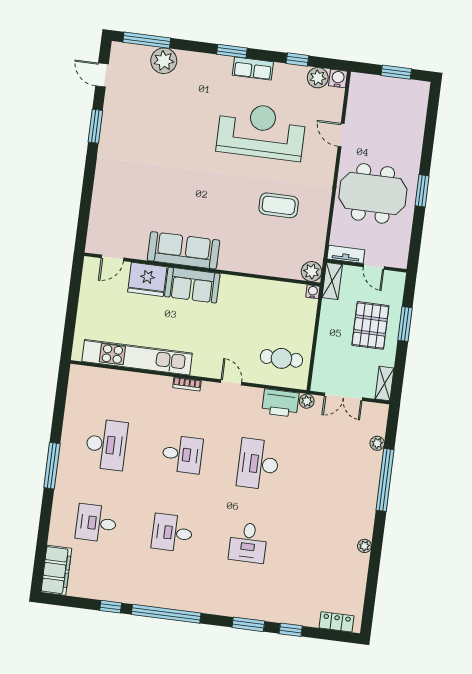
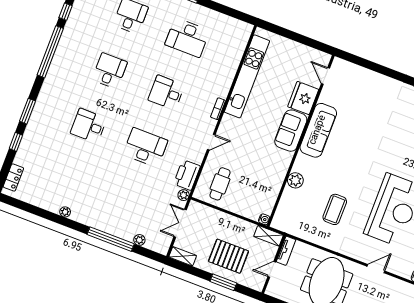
plant: (311, 271) -> (295, 180), moved
desk: (182, 454) -> (166, 93), turned 90

